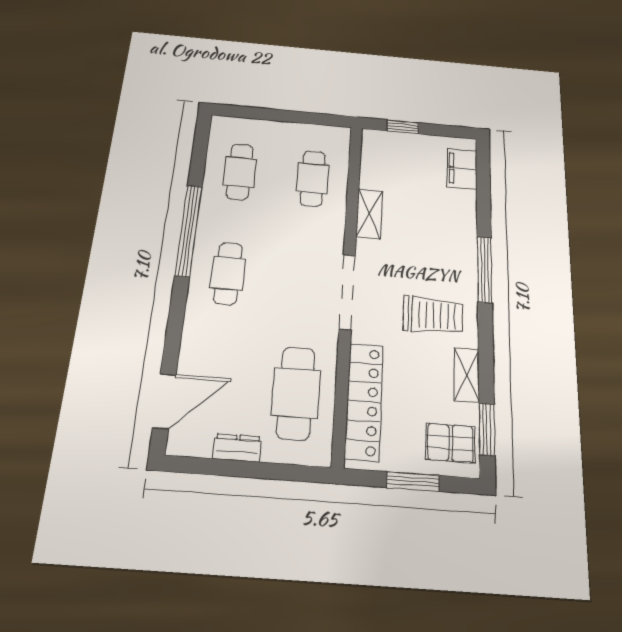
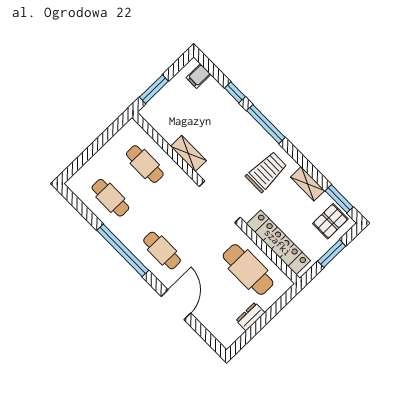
window: (403, 127) -> (154, 89), width x1.50
filing cabinet: (462, 169) -> (199, 76), width x0.50
window: (484, 209) -> (235, 92), added
door: (164, 401) -> (176, 305), moved

